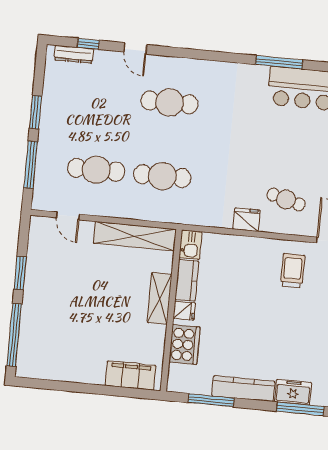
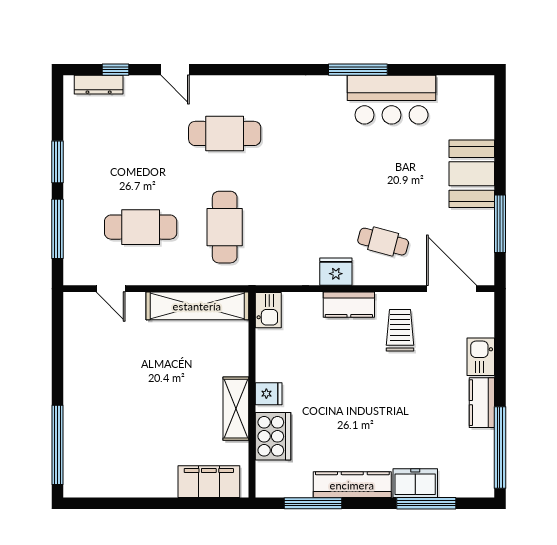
cafe table: (162, 176) -> (225, 227), turned 90
window: (20, 273) -> (58, 366), removed
kitchen counter: (187, 280) -> (349, 305), moved, turned 90
shelving: (159, 298) -> (236, 409), moved

